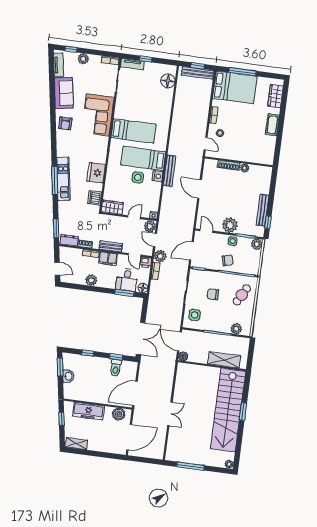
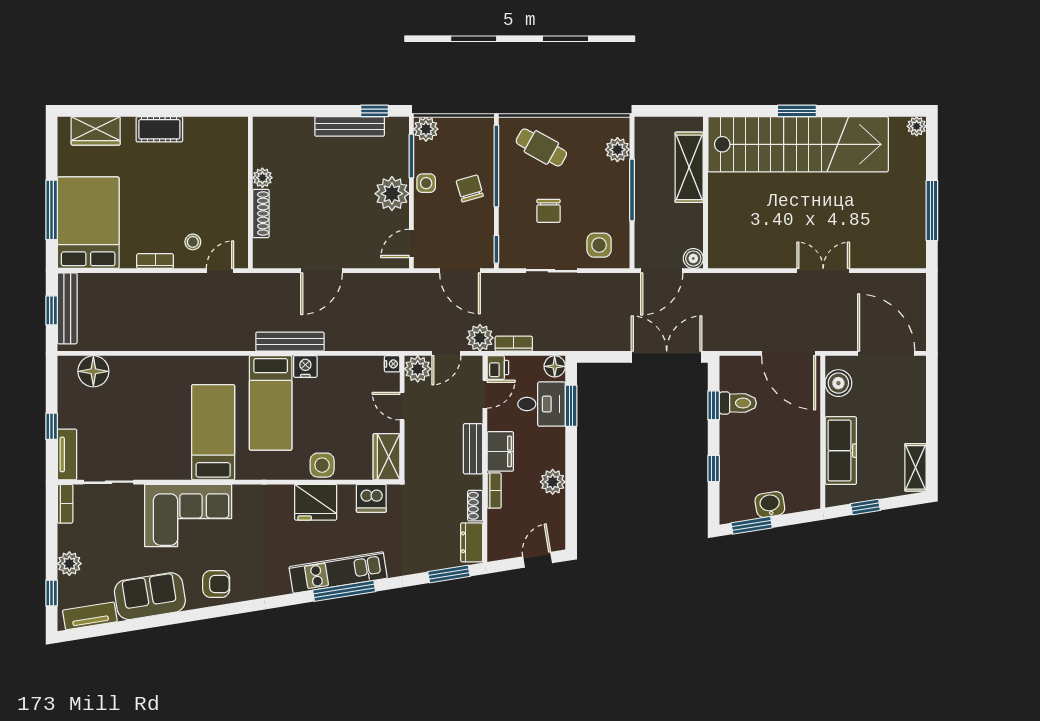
side table: (138, 177) -> (322, 465), moved

